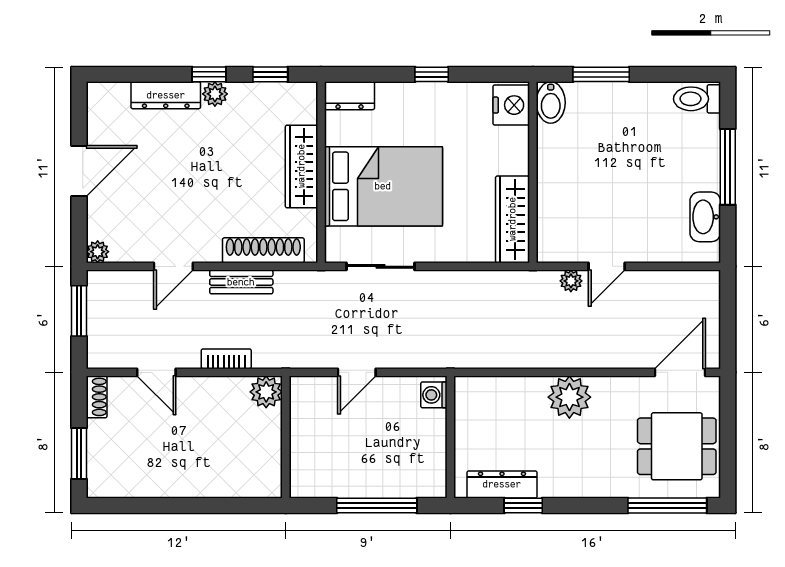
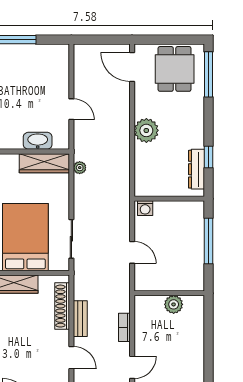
washbasin: (705, 217) -> (38, 141), moved, turned 180
plant: (571, 281) -> (80, 168), moved
plant: (266, 392) -> (174, 304), moved

